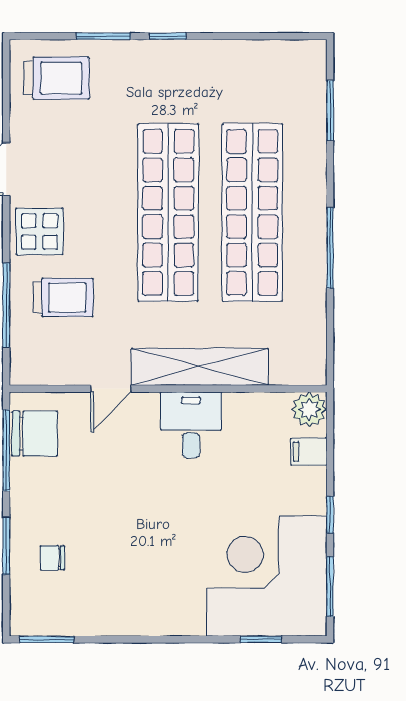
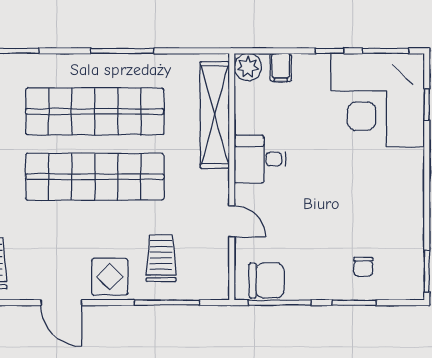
shelving: (200, 367) -> (215, 115), moved
chair: (35, 434) -> (267, 280), turned 90

